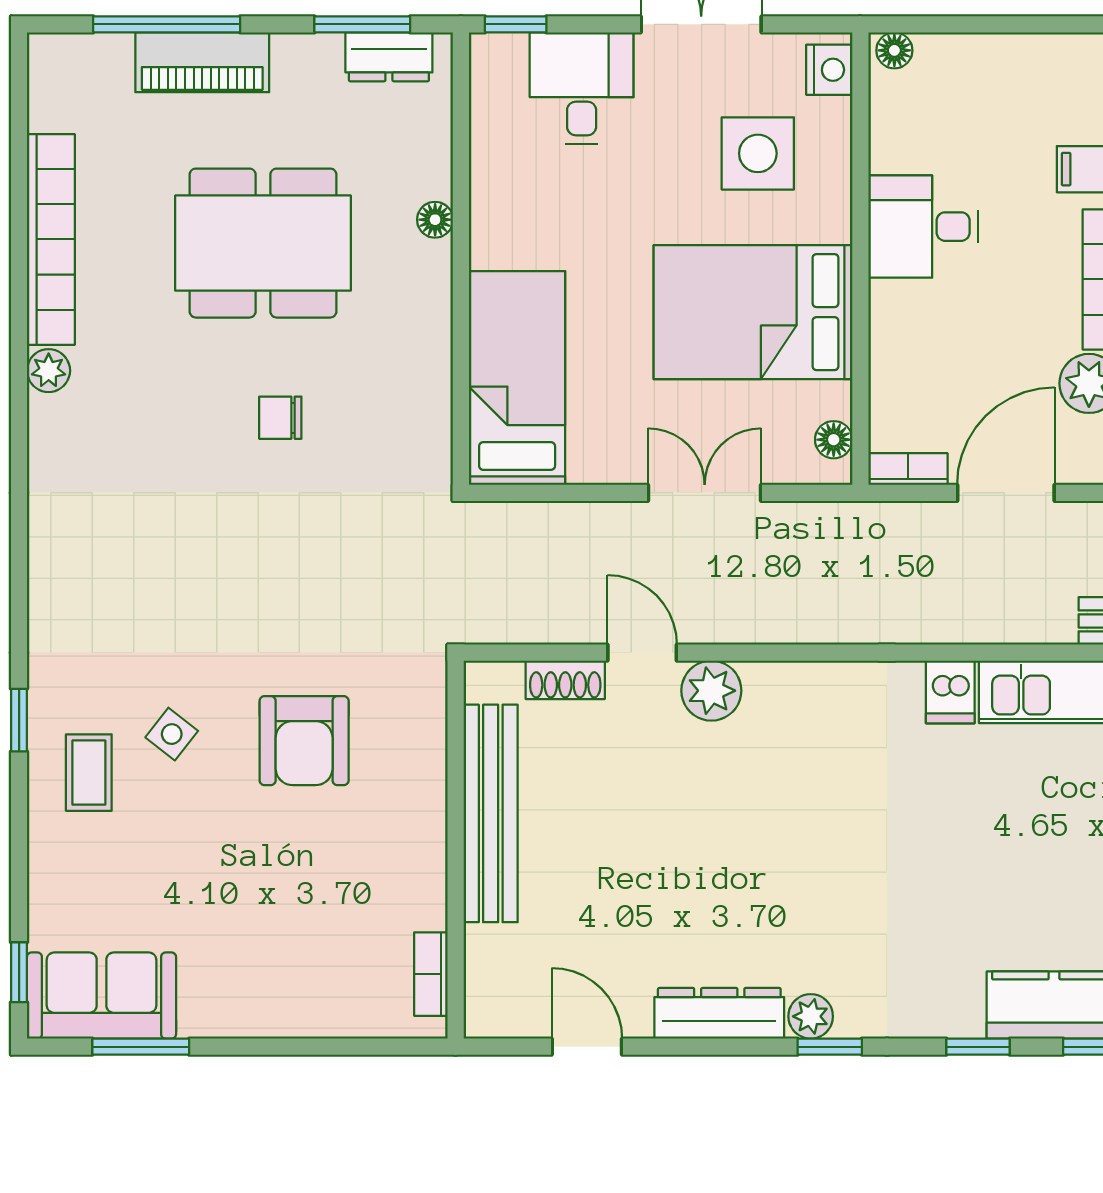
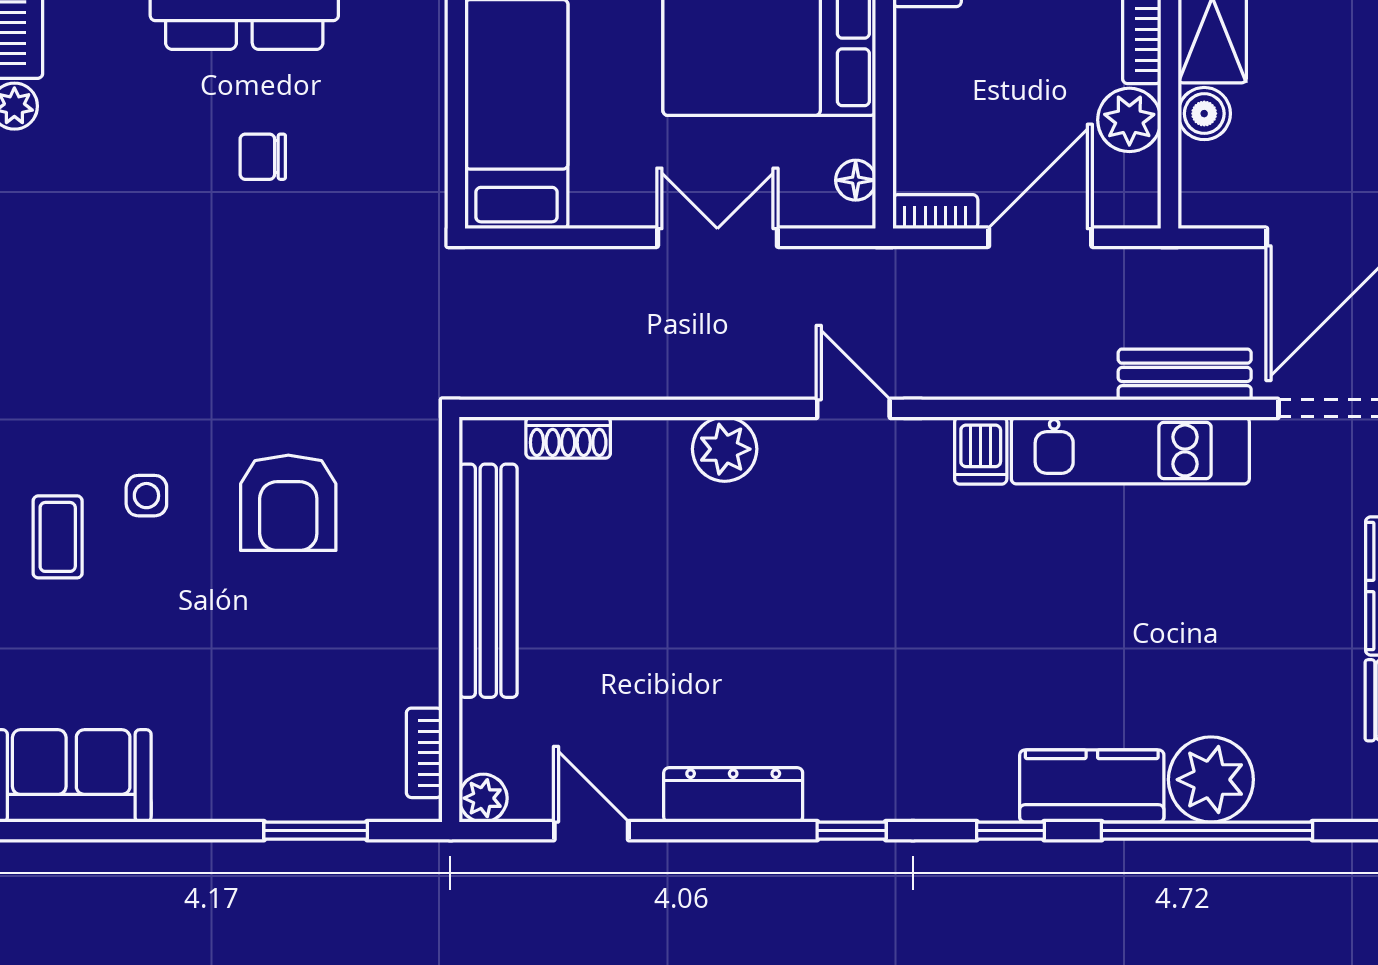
door: (642, 653) -> (853, 408), moved
side table: (172, 734) -> (146, 496), turned -38
plant: (811, 1016) -> (483, 798), moved
window: (141, 1047) -> (316, 831), moved

